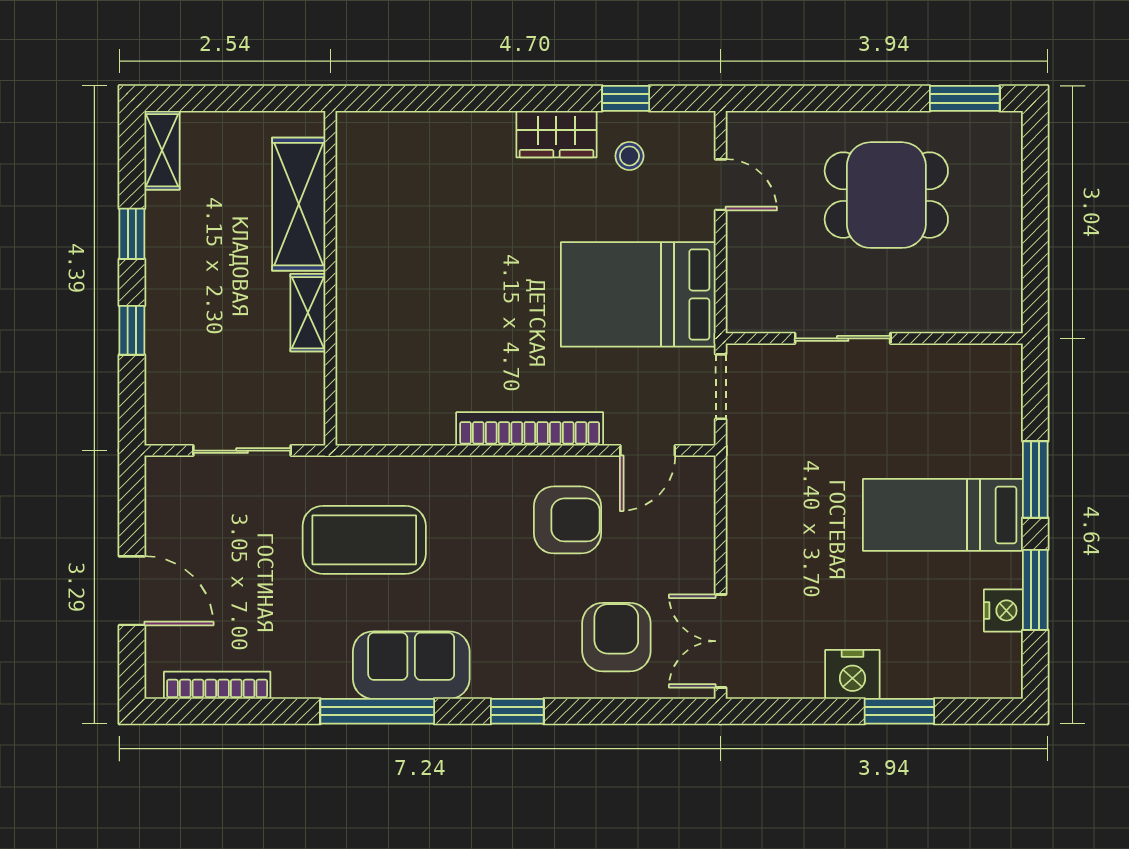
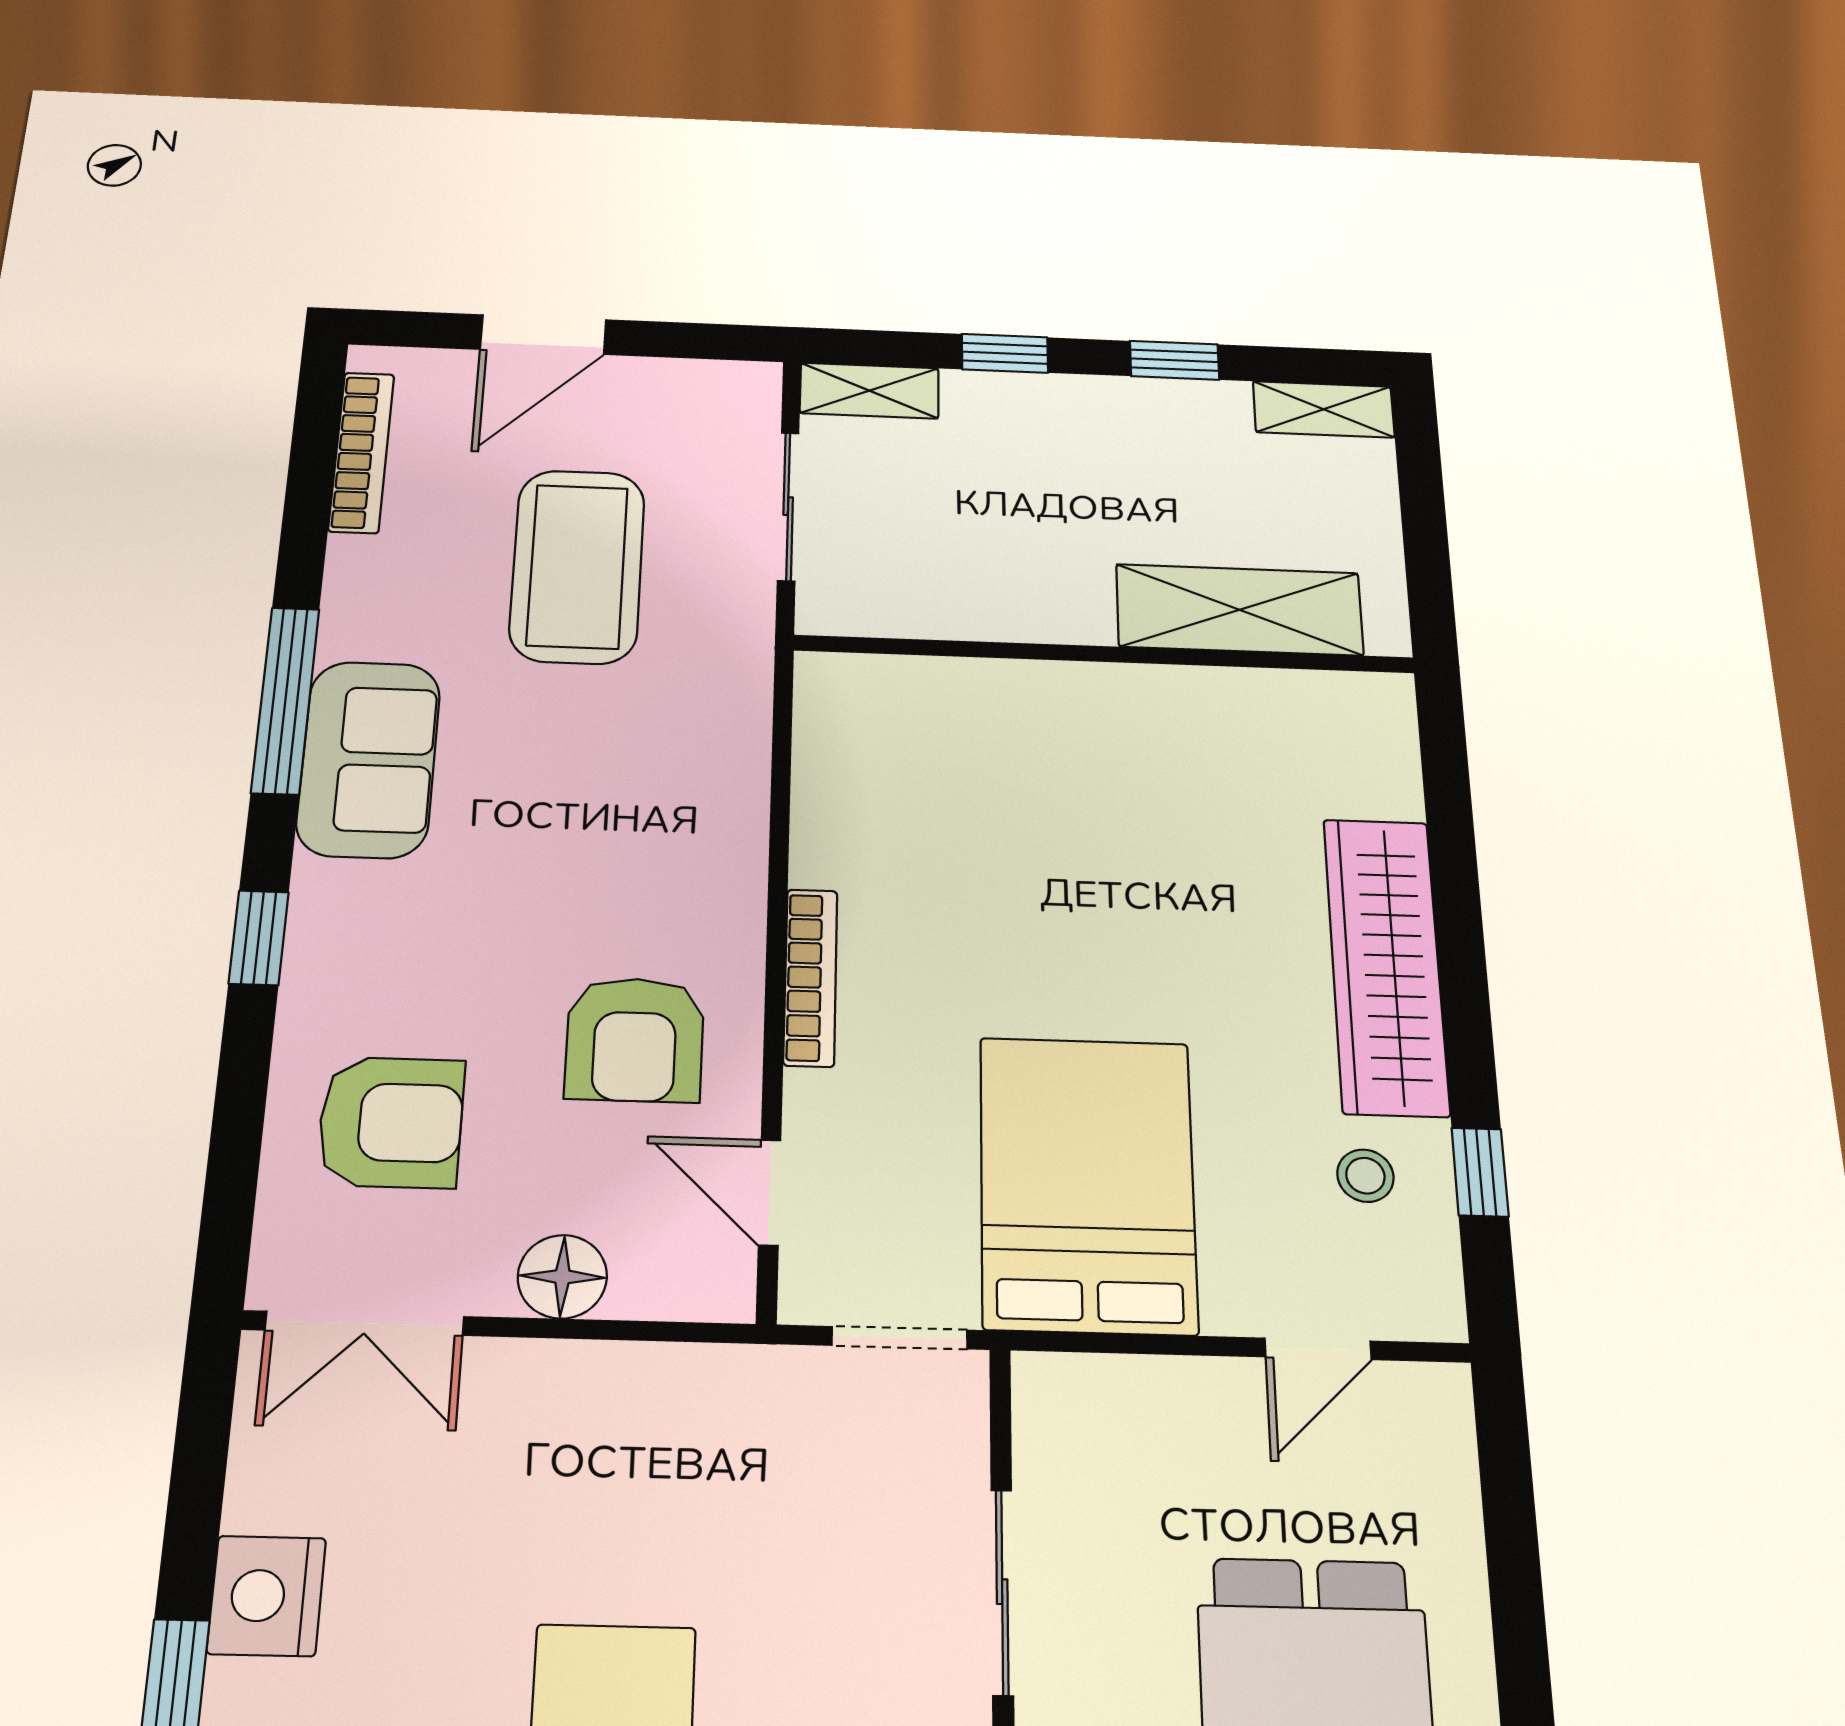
wardrobe: (556, 134) -> (1386, 965), width x2.10, depth x1.17
shelving: (308, 313) -> (869, 391), moved
bookcase: (530, 429) -> (811, 977), width x0.68, depth x0.76
coffee table: (364, 540) -> (577, 566), moved
floor lamp: (694, 549) -> (562, 1277), added
double door: (721, 641) -> (365, 1323), swing flipped

